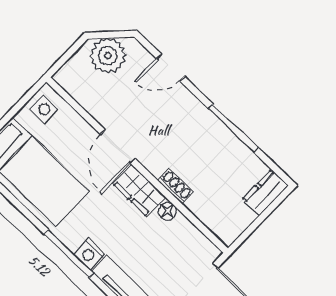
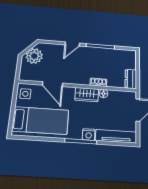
door: (170, 67) -> (72, 44), moved
door: (118, 147) -> (52, 84), moved
dresser: (265, 193) -> (131, 79), moved

